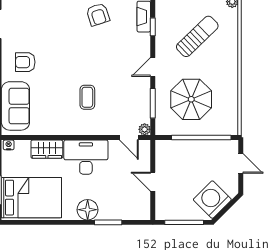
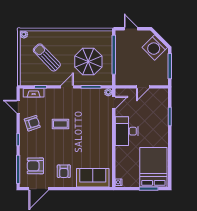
armchair: (33, 19) -> (35, 166), added
door: (153, 67) -> (67, 87), swing flipped
coffee table: (87, 97) -> (60, 124), moved
wardrobe: (47, 149) -> (121, 157), removed
door: (241, 163) -> (131, 29), hinge flipped
floor lamp: (88, 210) -> (161, 130), removed

